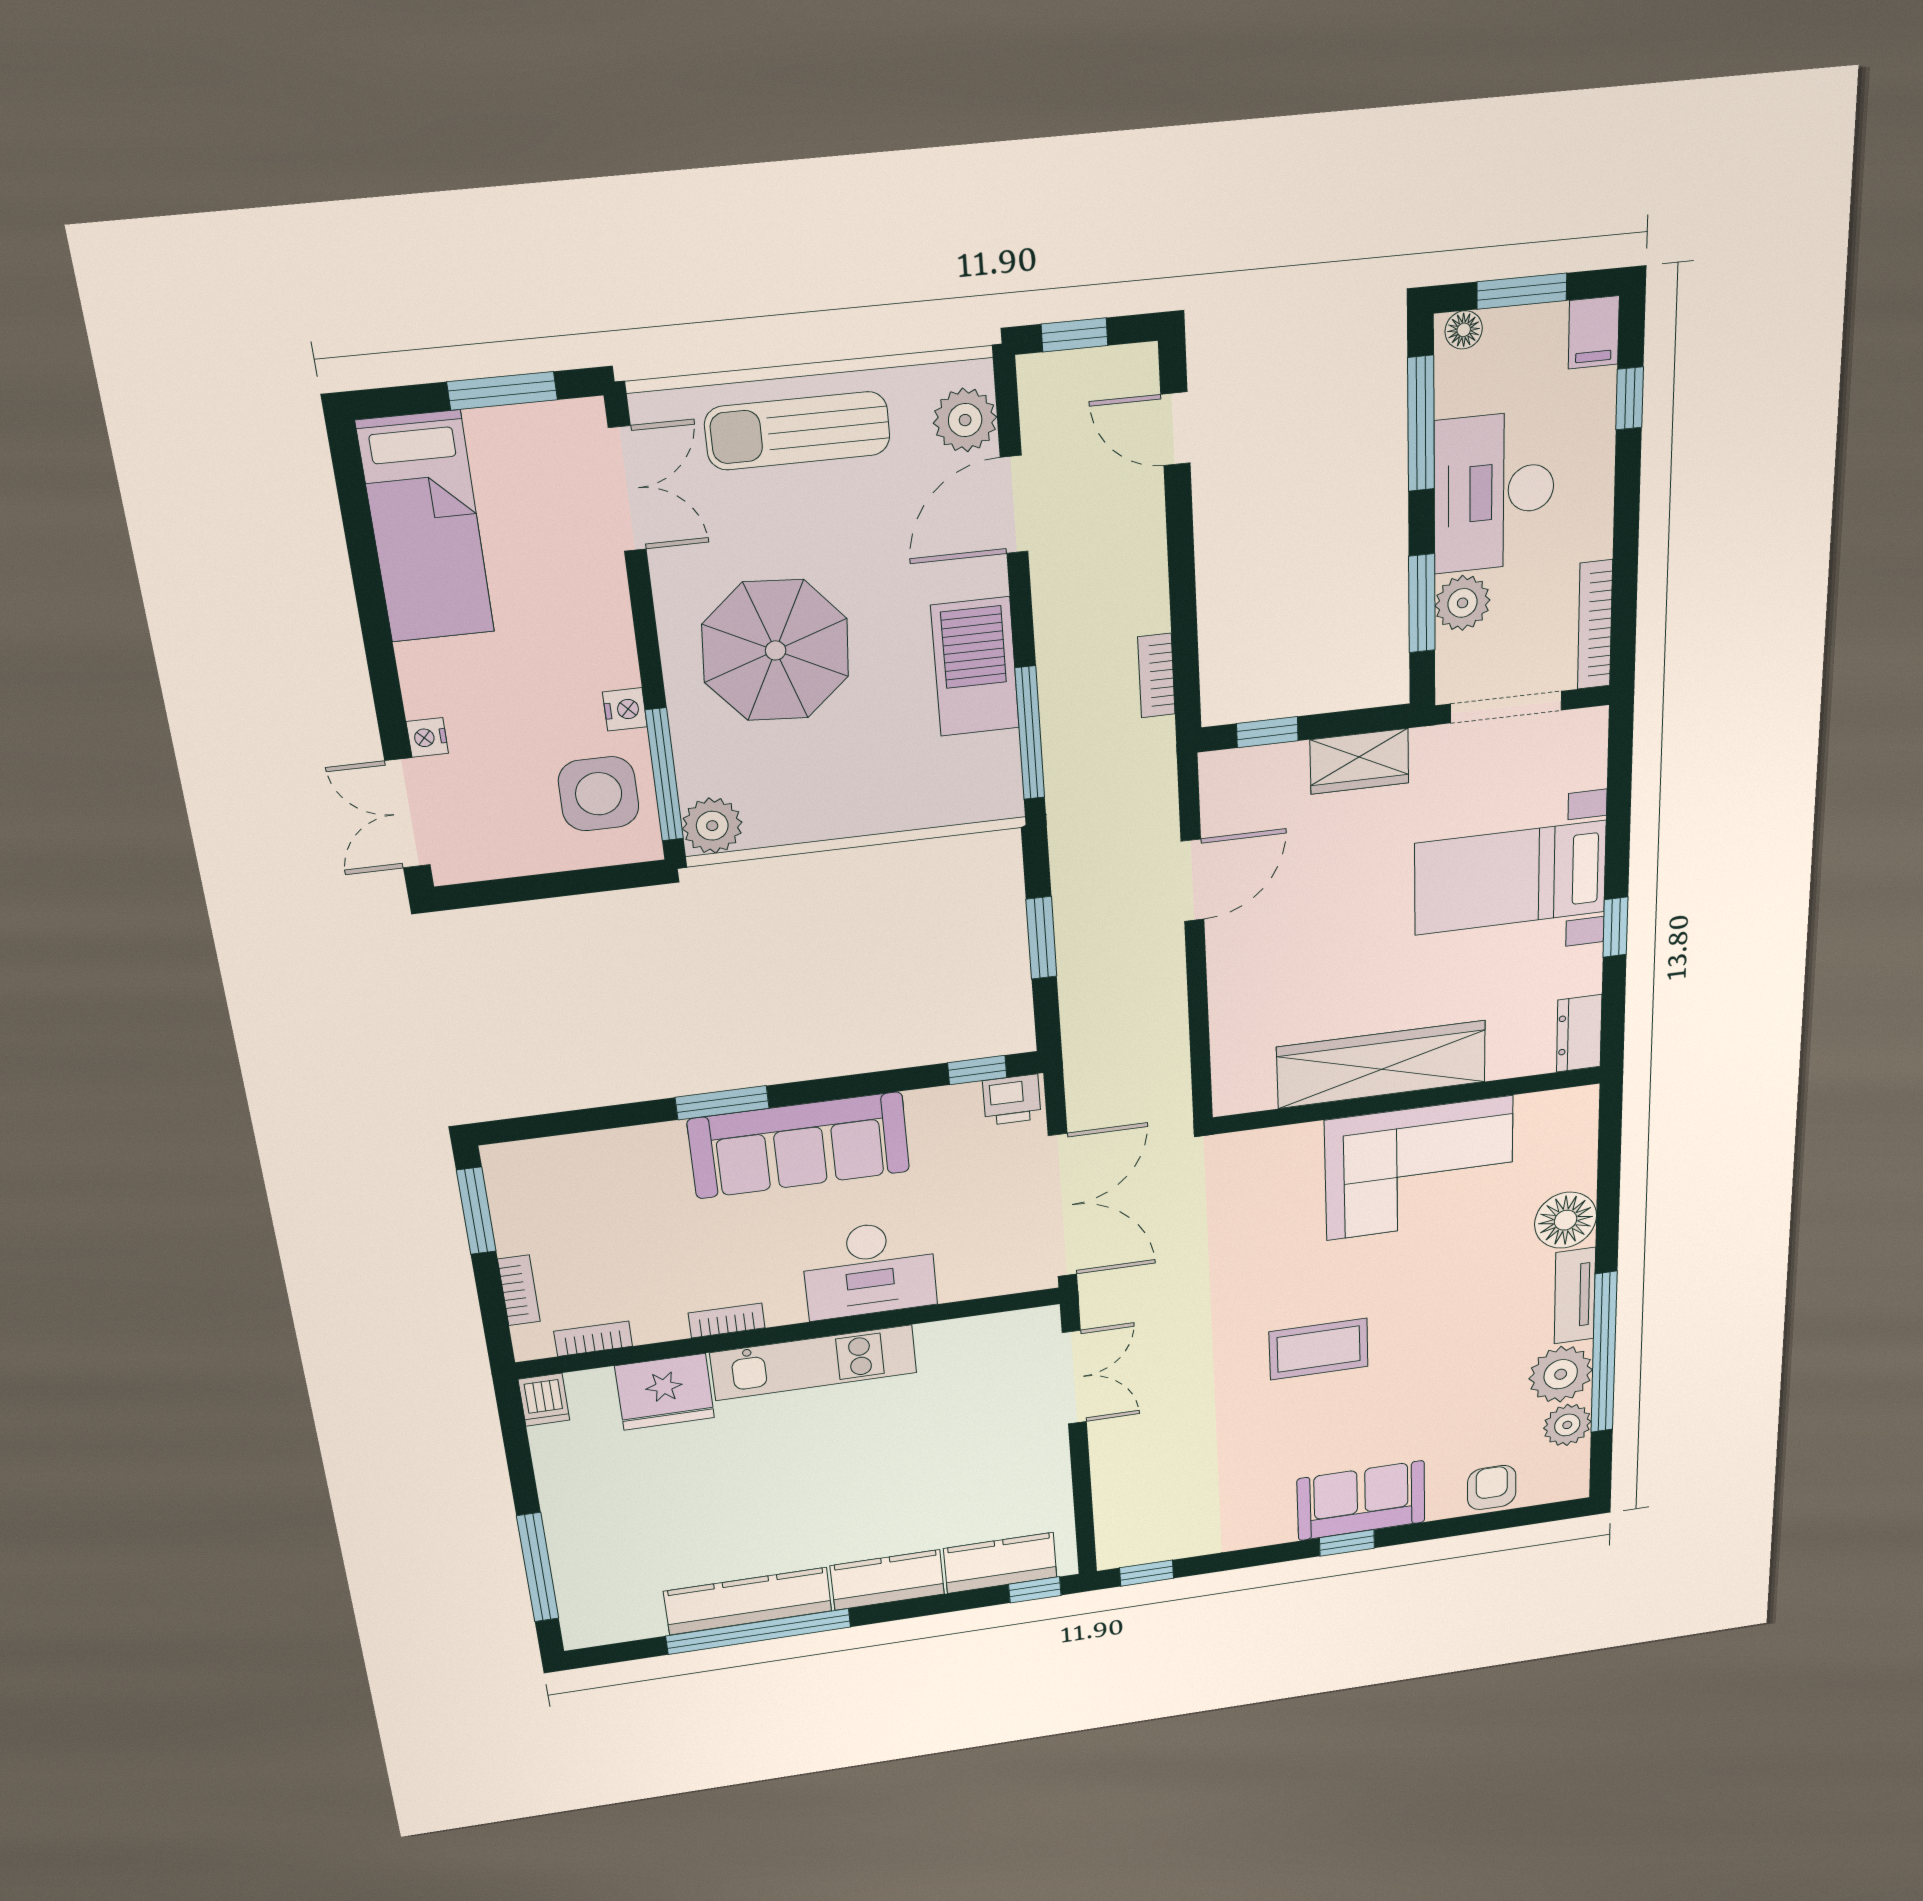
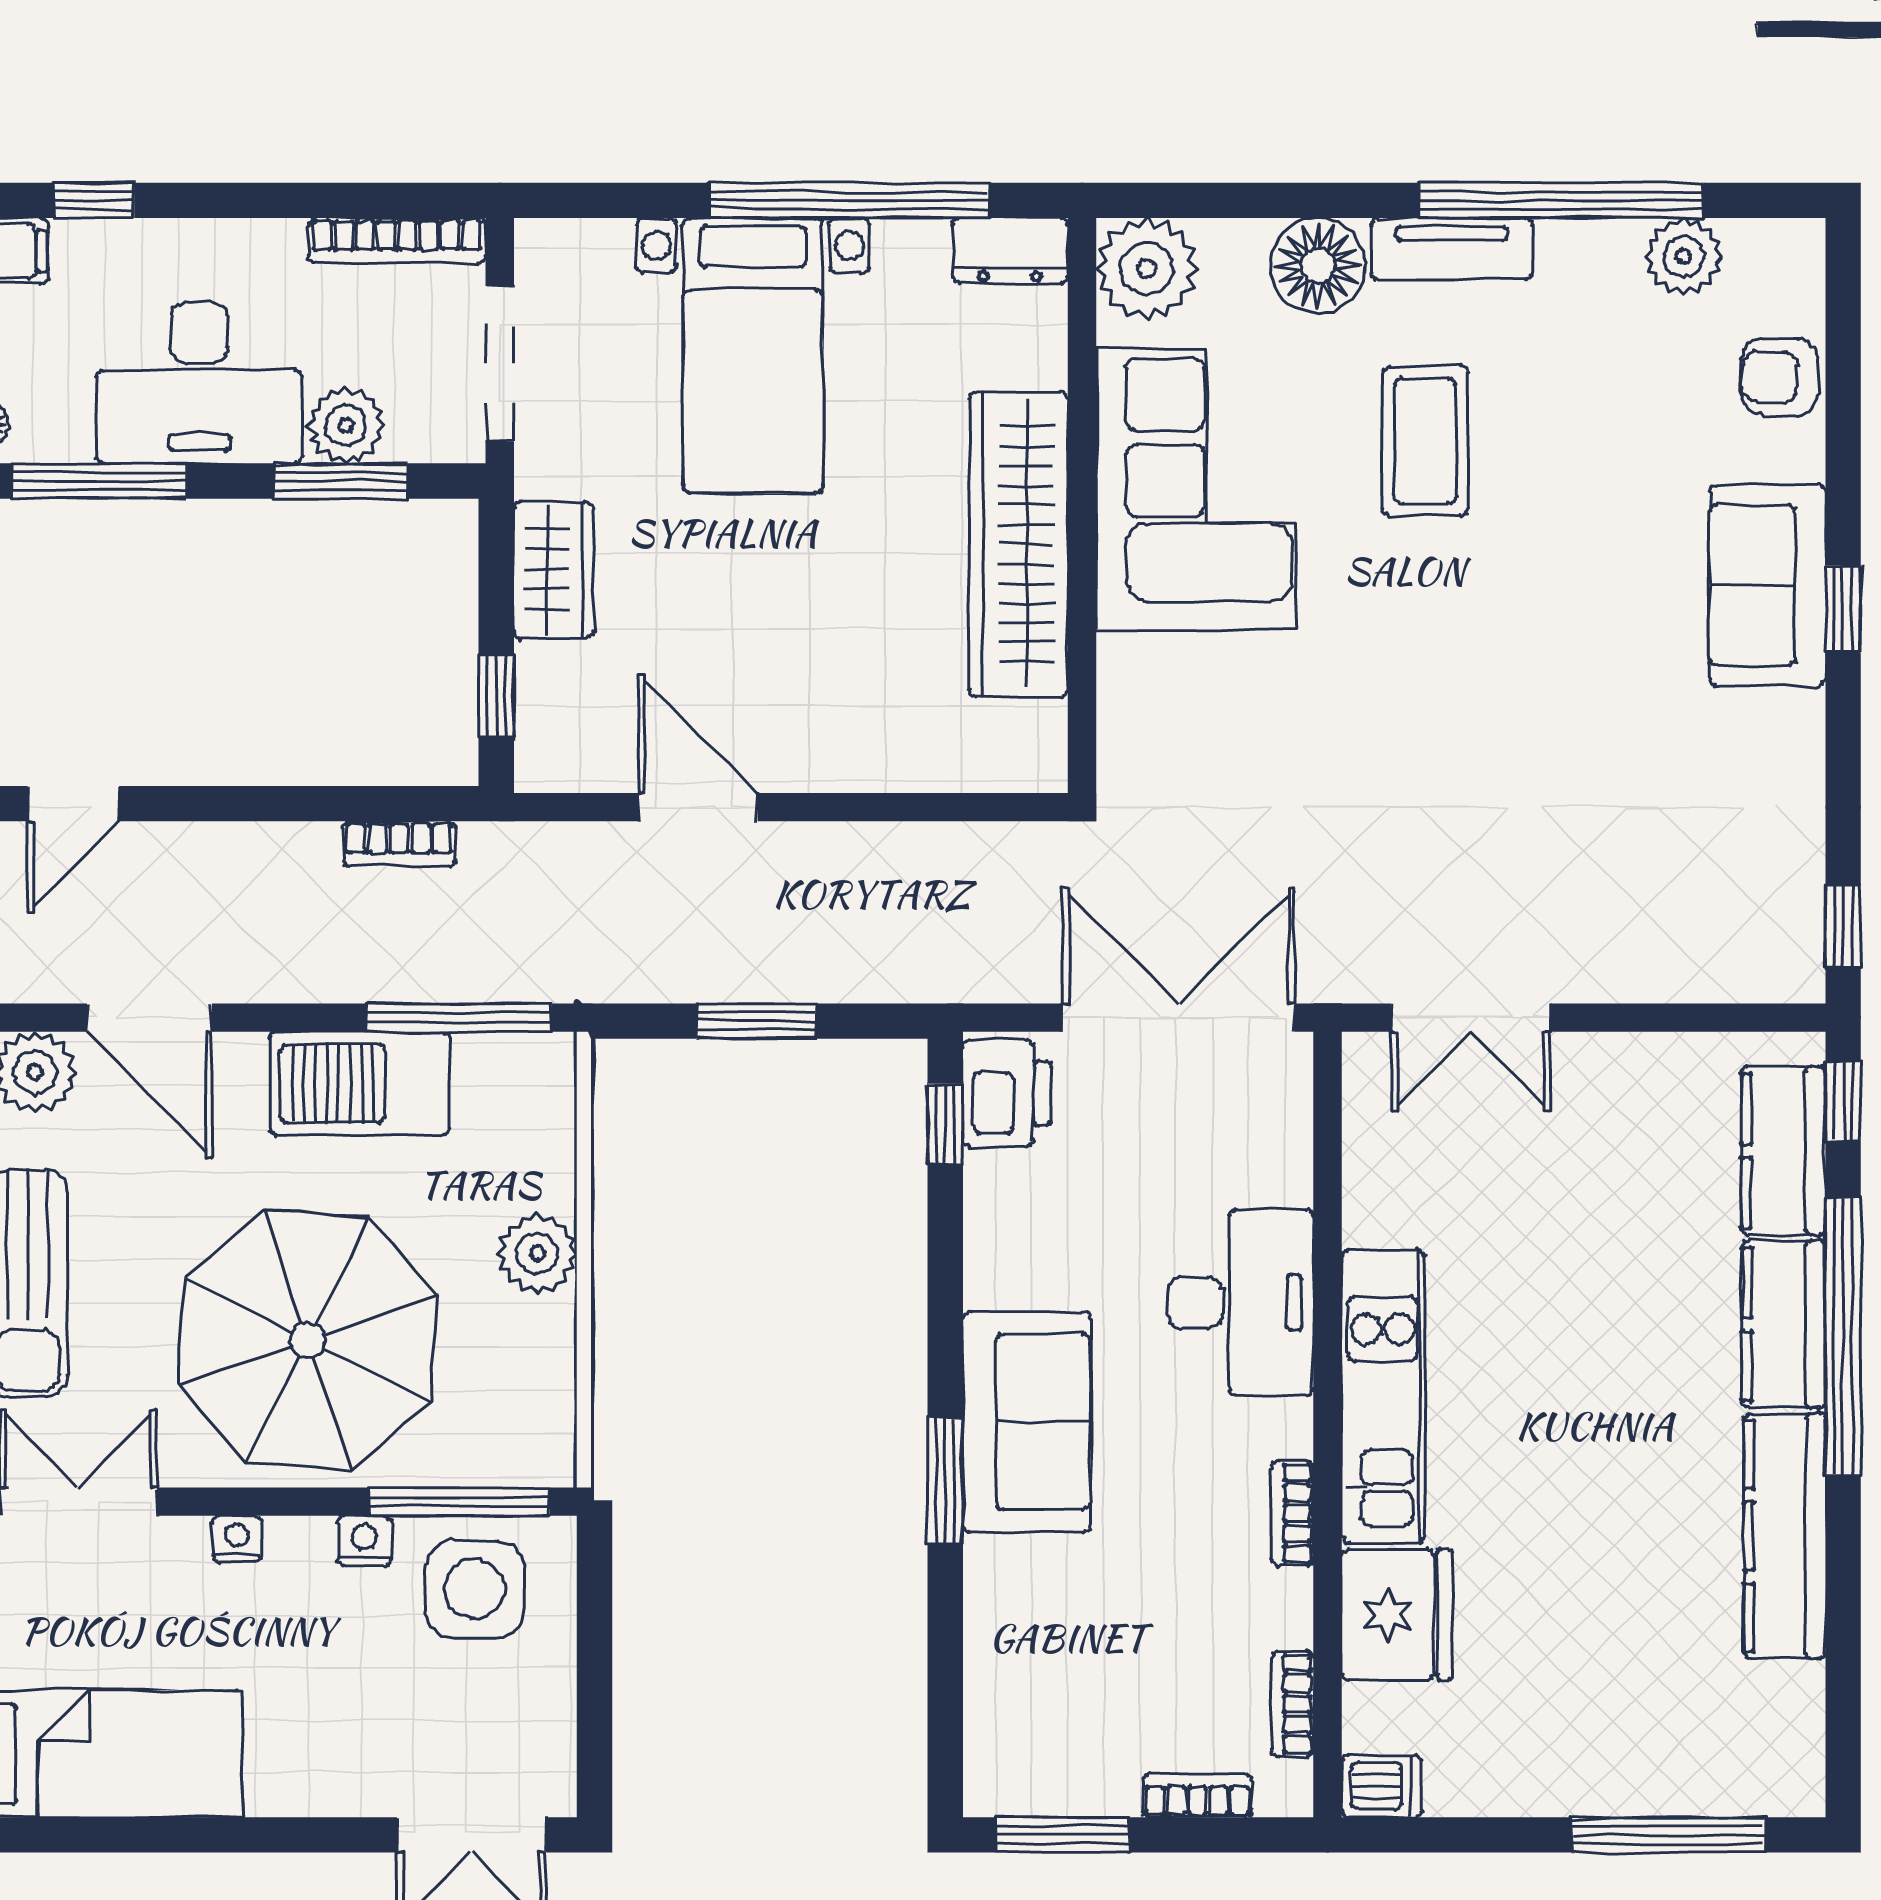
parasol: (776, 650) -> (308, 1340), width x1.36, depth x1.36
nightstand: (427, 737) -> (237, 1539), moved, turned 180
plant: (712, 826) -> (537, 1253), moved
window: (1615, 927) -> (849, 200), width x3.17
printer: (1012, 1100) -> (1007, 1093), width x1.36, depth x1.24
sofa: (799, 1145) -> (1027, 1422), width x0.73
coffee table: (1319, 1349) -> (1425, 441), moved
plant: (1561, 1374) -> (1147, 269), moved
double door: (1074, 1377) -> (1471, 1018), swing flipped
window: (759, 1631) -> (1843, 1336), moved

